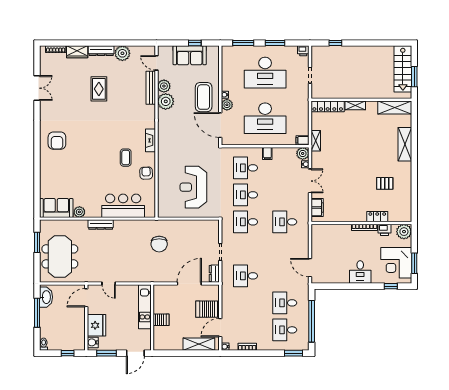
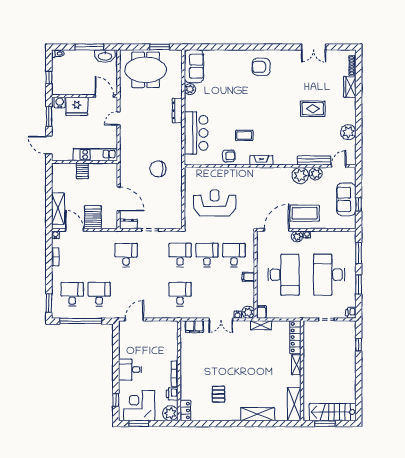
dresser: (101, 51) -> (351, 111), removed
desk: (265, 118) -> (283, 275), turned 180
locker: (377, 217) -> (185, 411), moved

